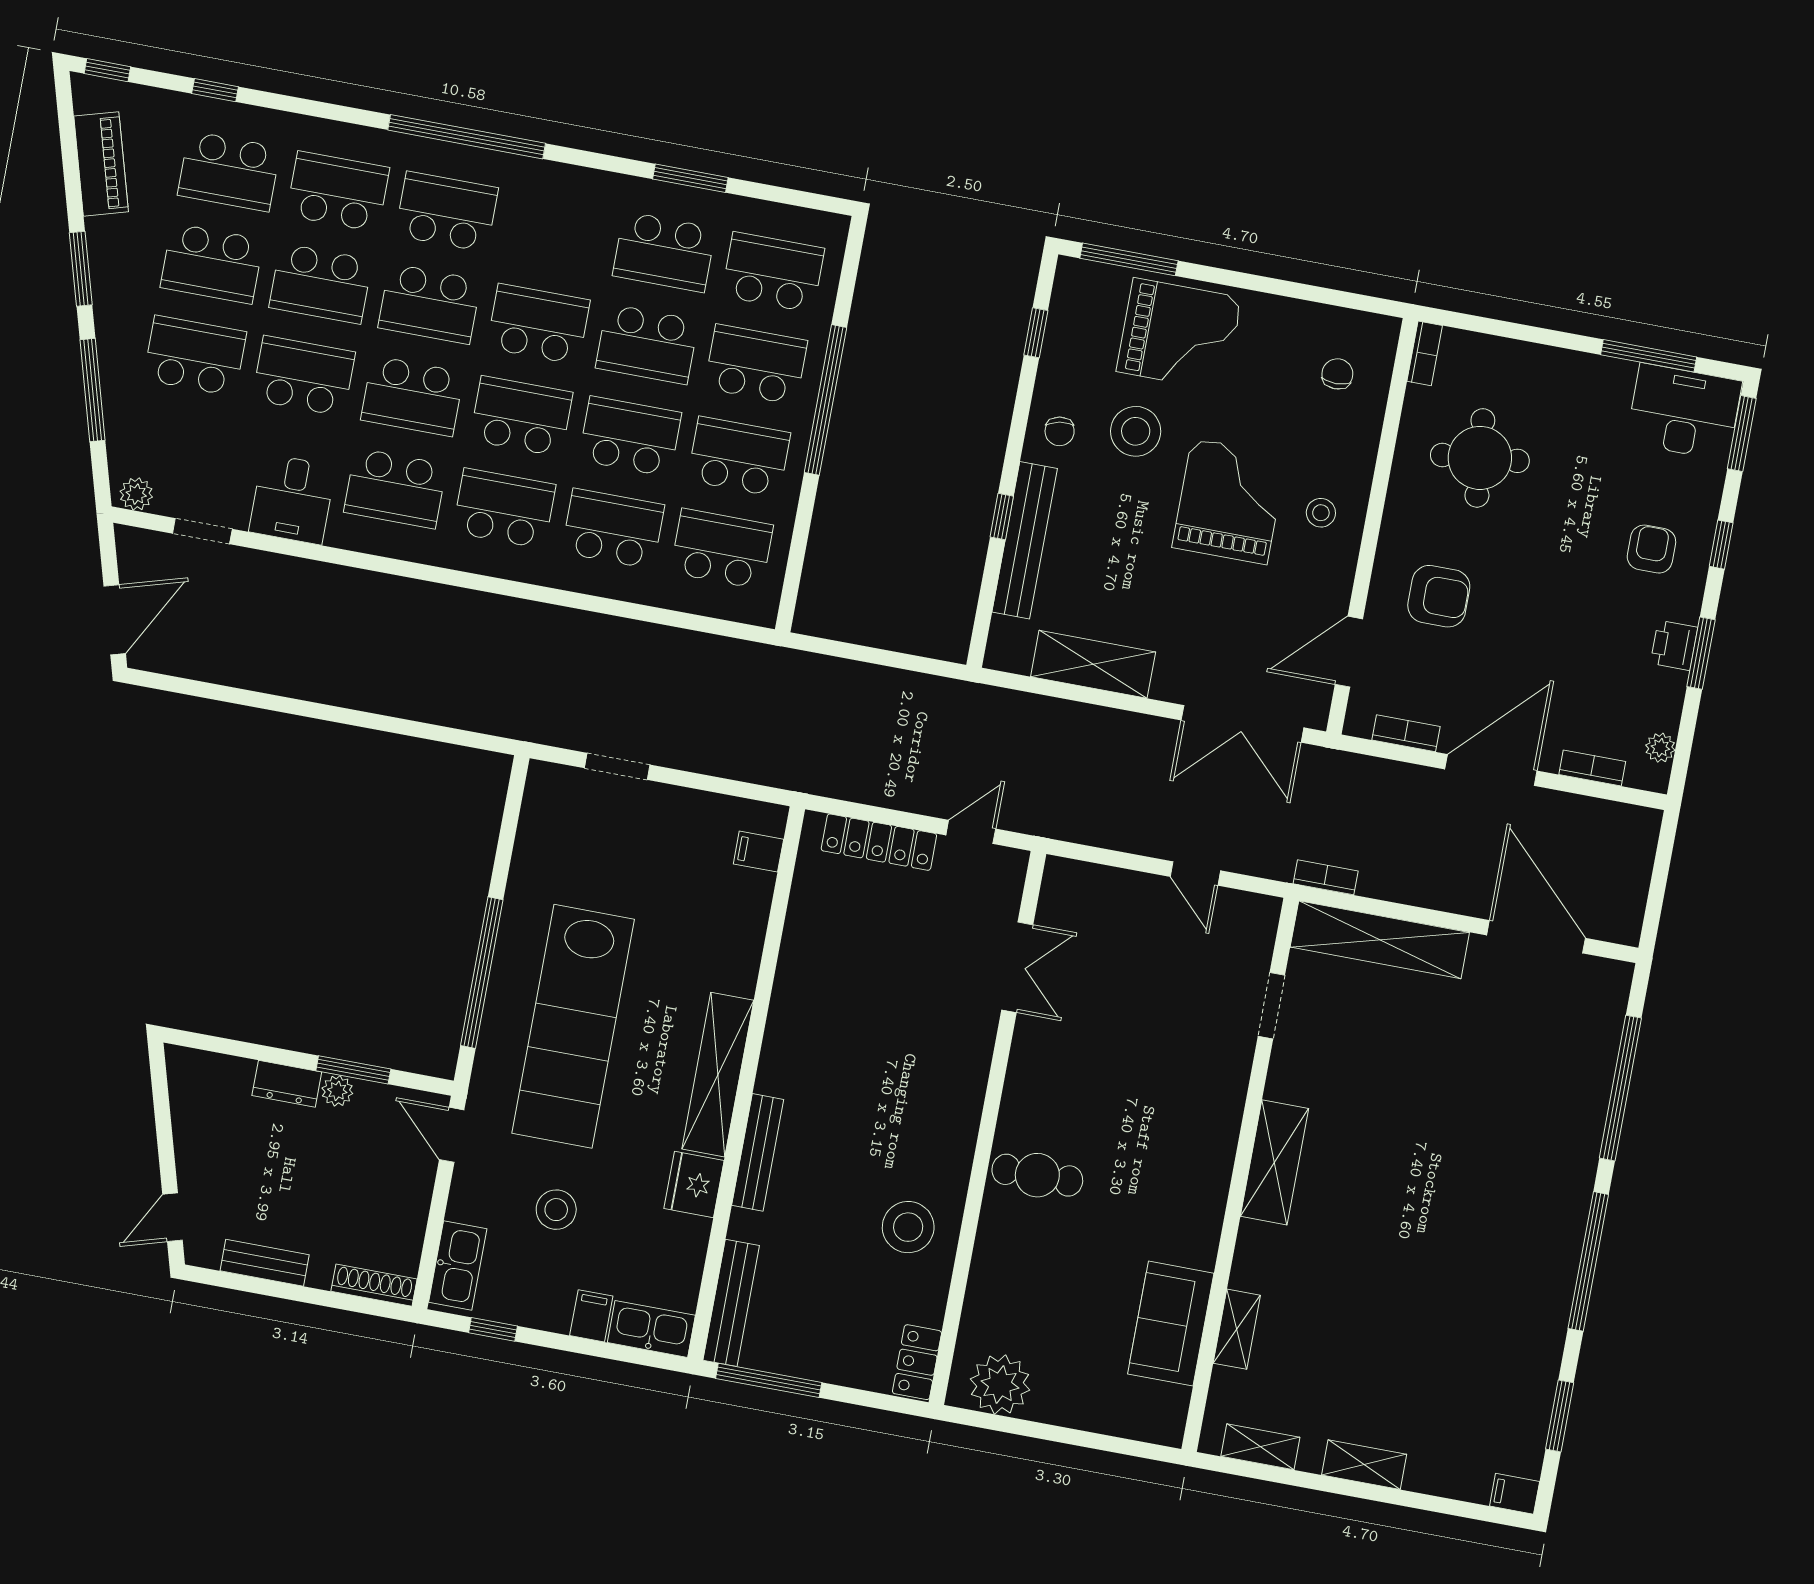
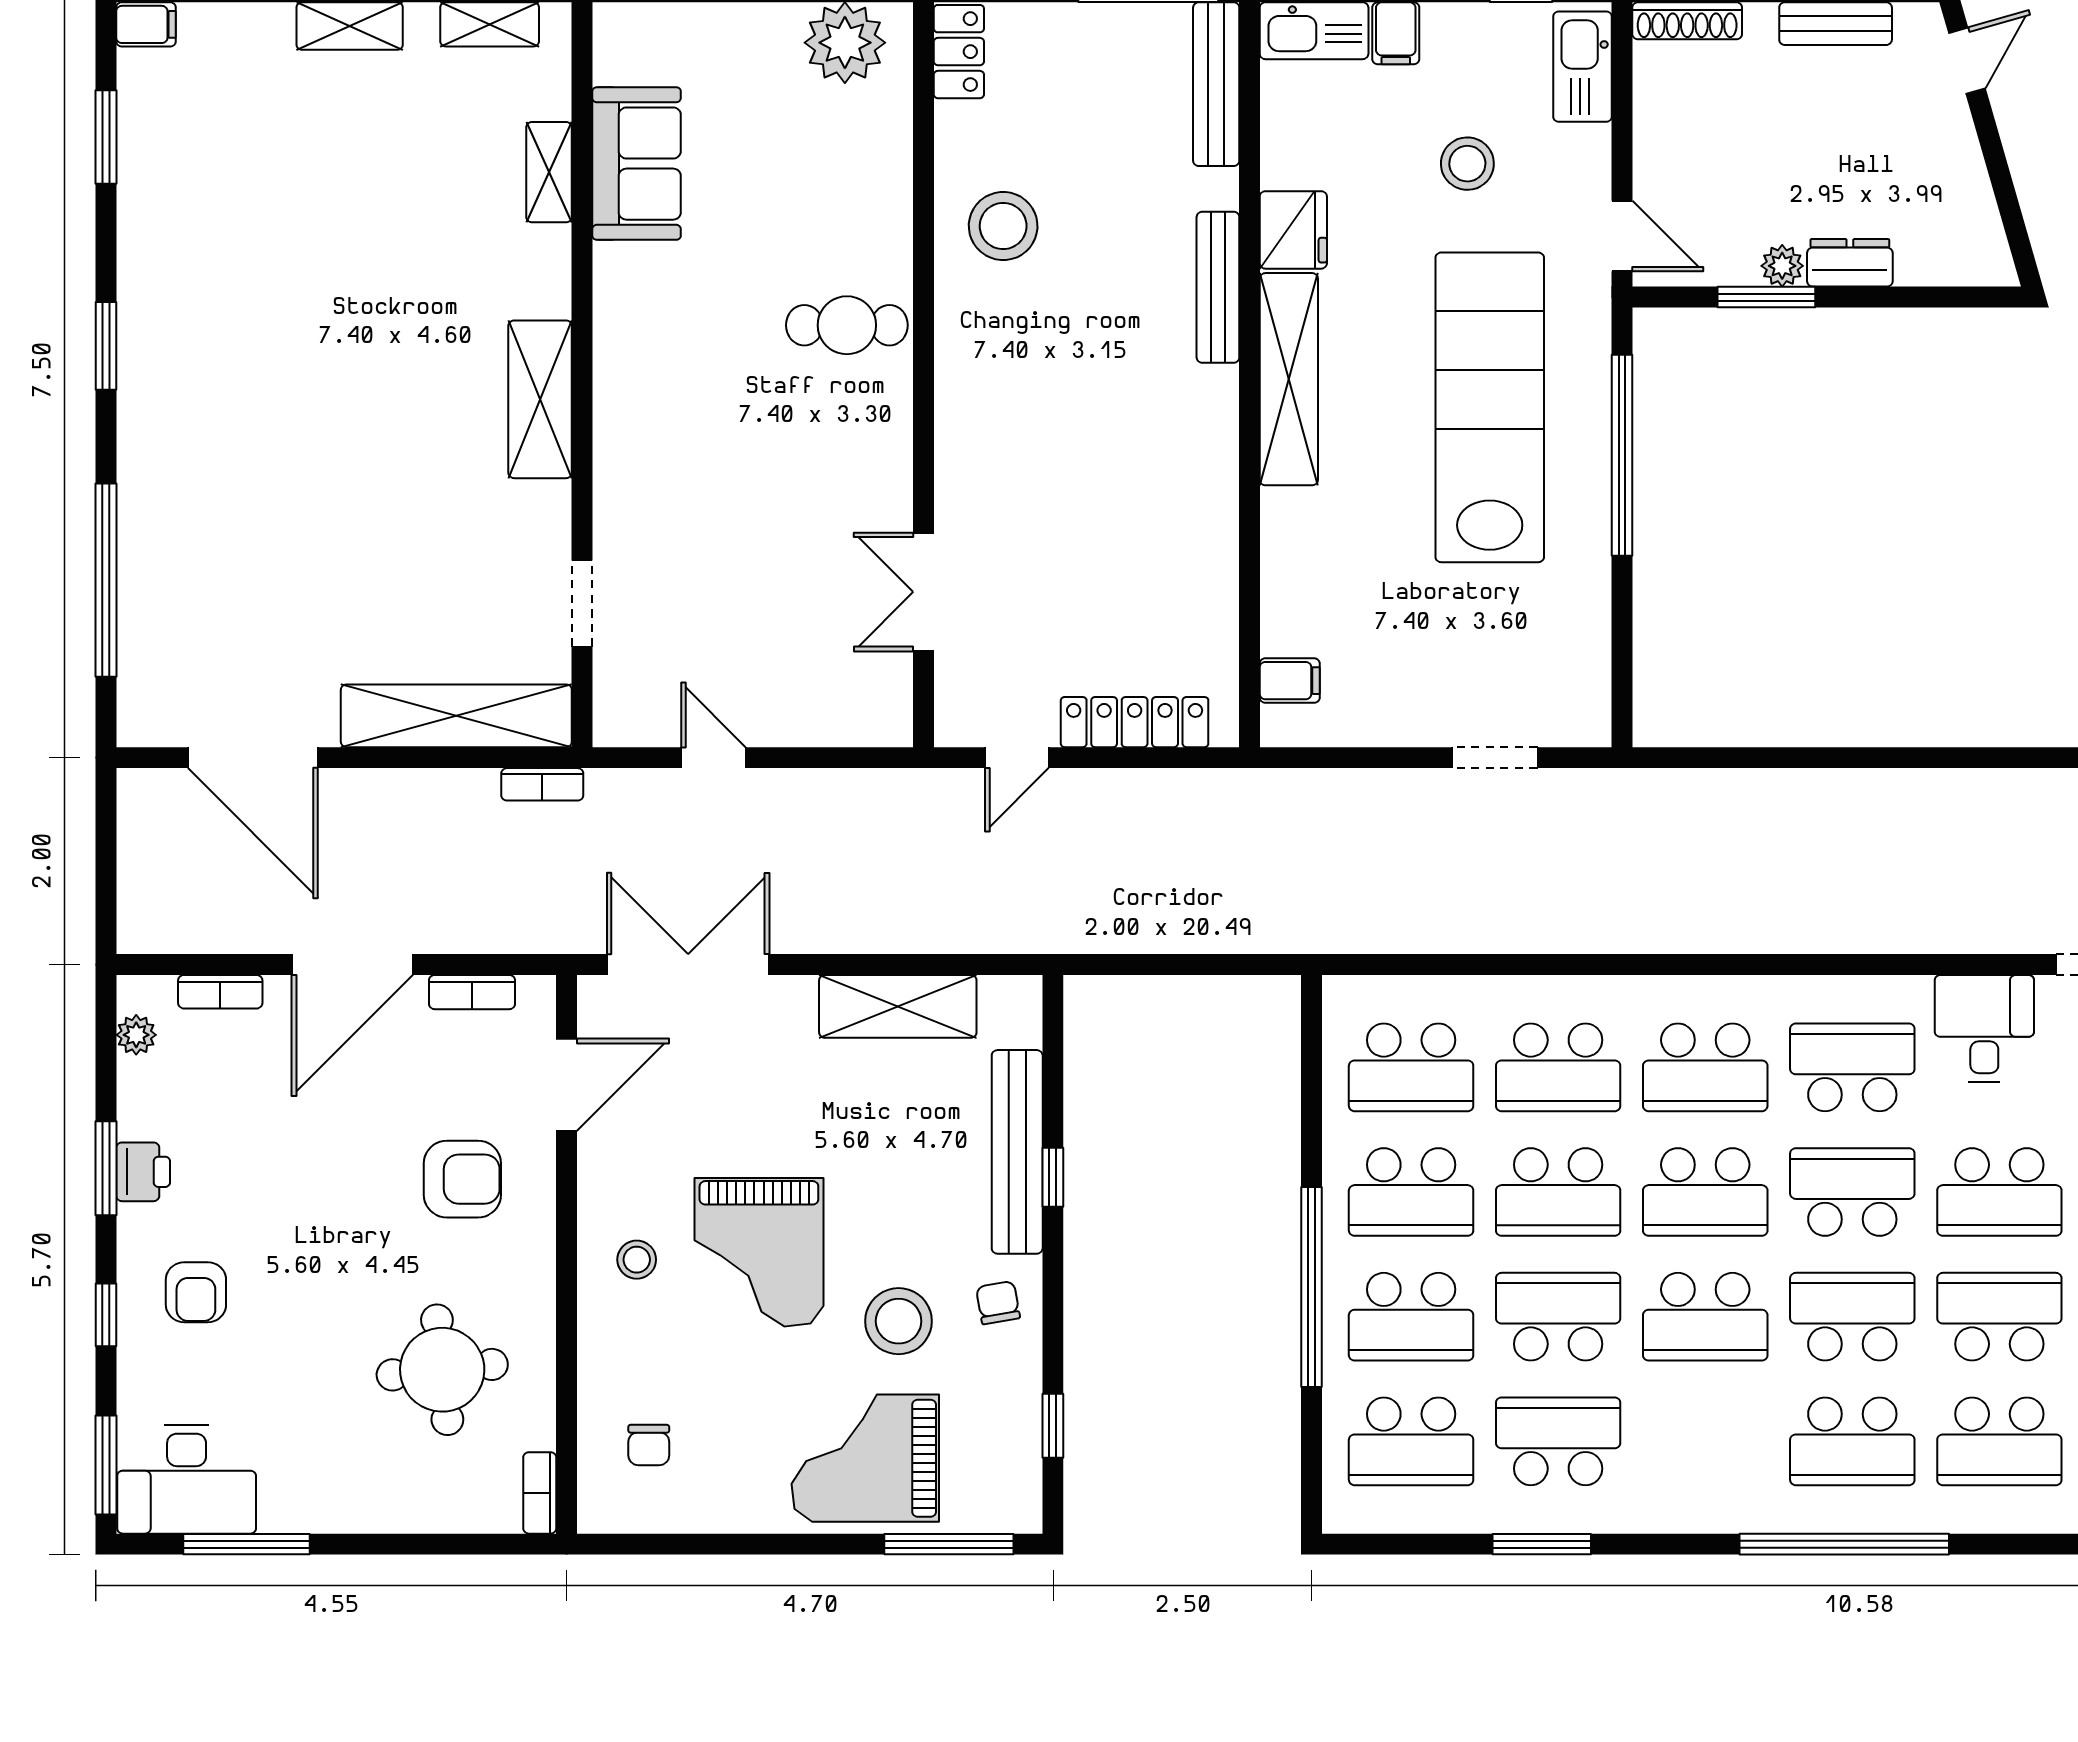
armchair: (1439, 596) -> (462, 1179), turned 180
window: (1588, 1261) -> (106, 346), width x0.47

